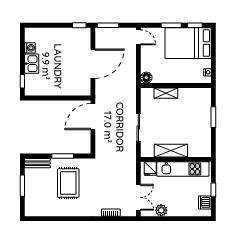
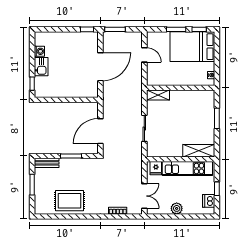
door: (138, 37) -> (144, 55), moved
floor lamp: (146, 78) -> (152, 80), removed
shelving: (166, 93) -> (158, 95), moved
door: (93, 117) -> (100, 131), moved
shelving: (171, 151) -> (199, 151), moved
rug: (68, 183) -> (69, 201), moved, turned 90
plant: (161, 210) -> (177, 208), moved

